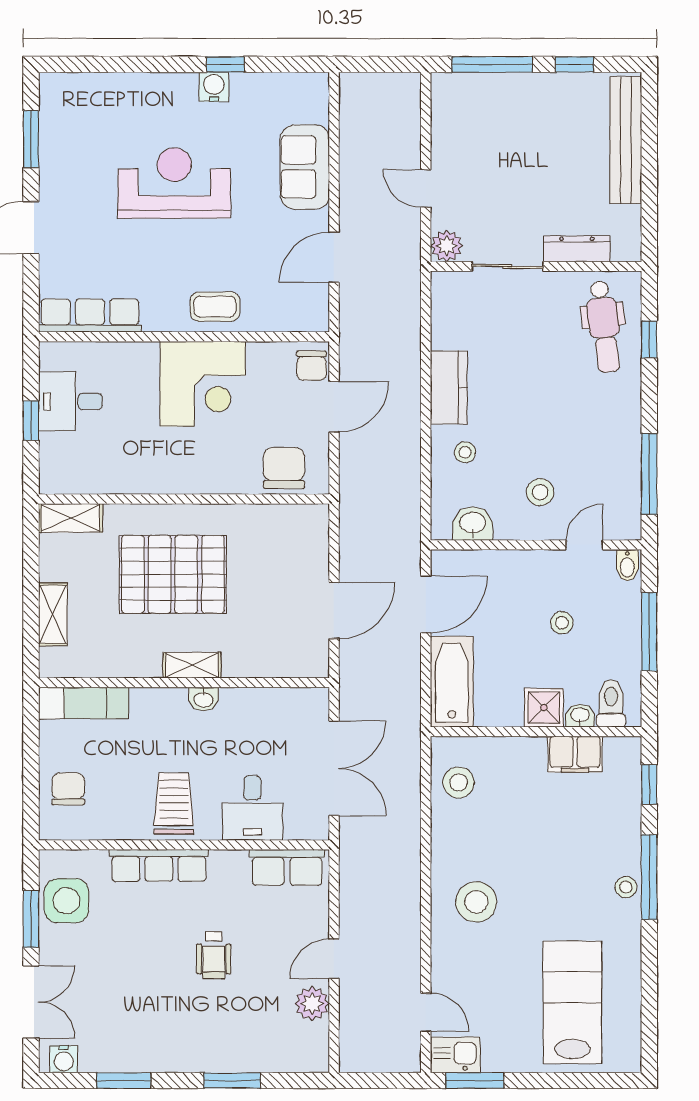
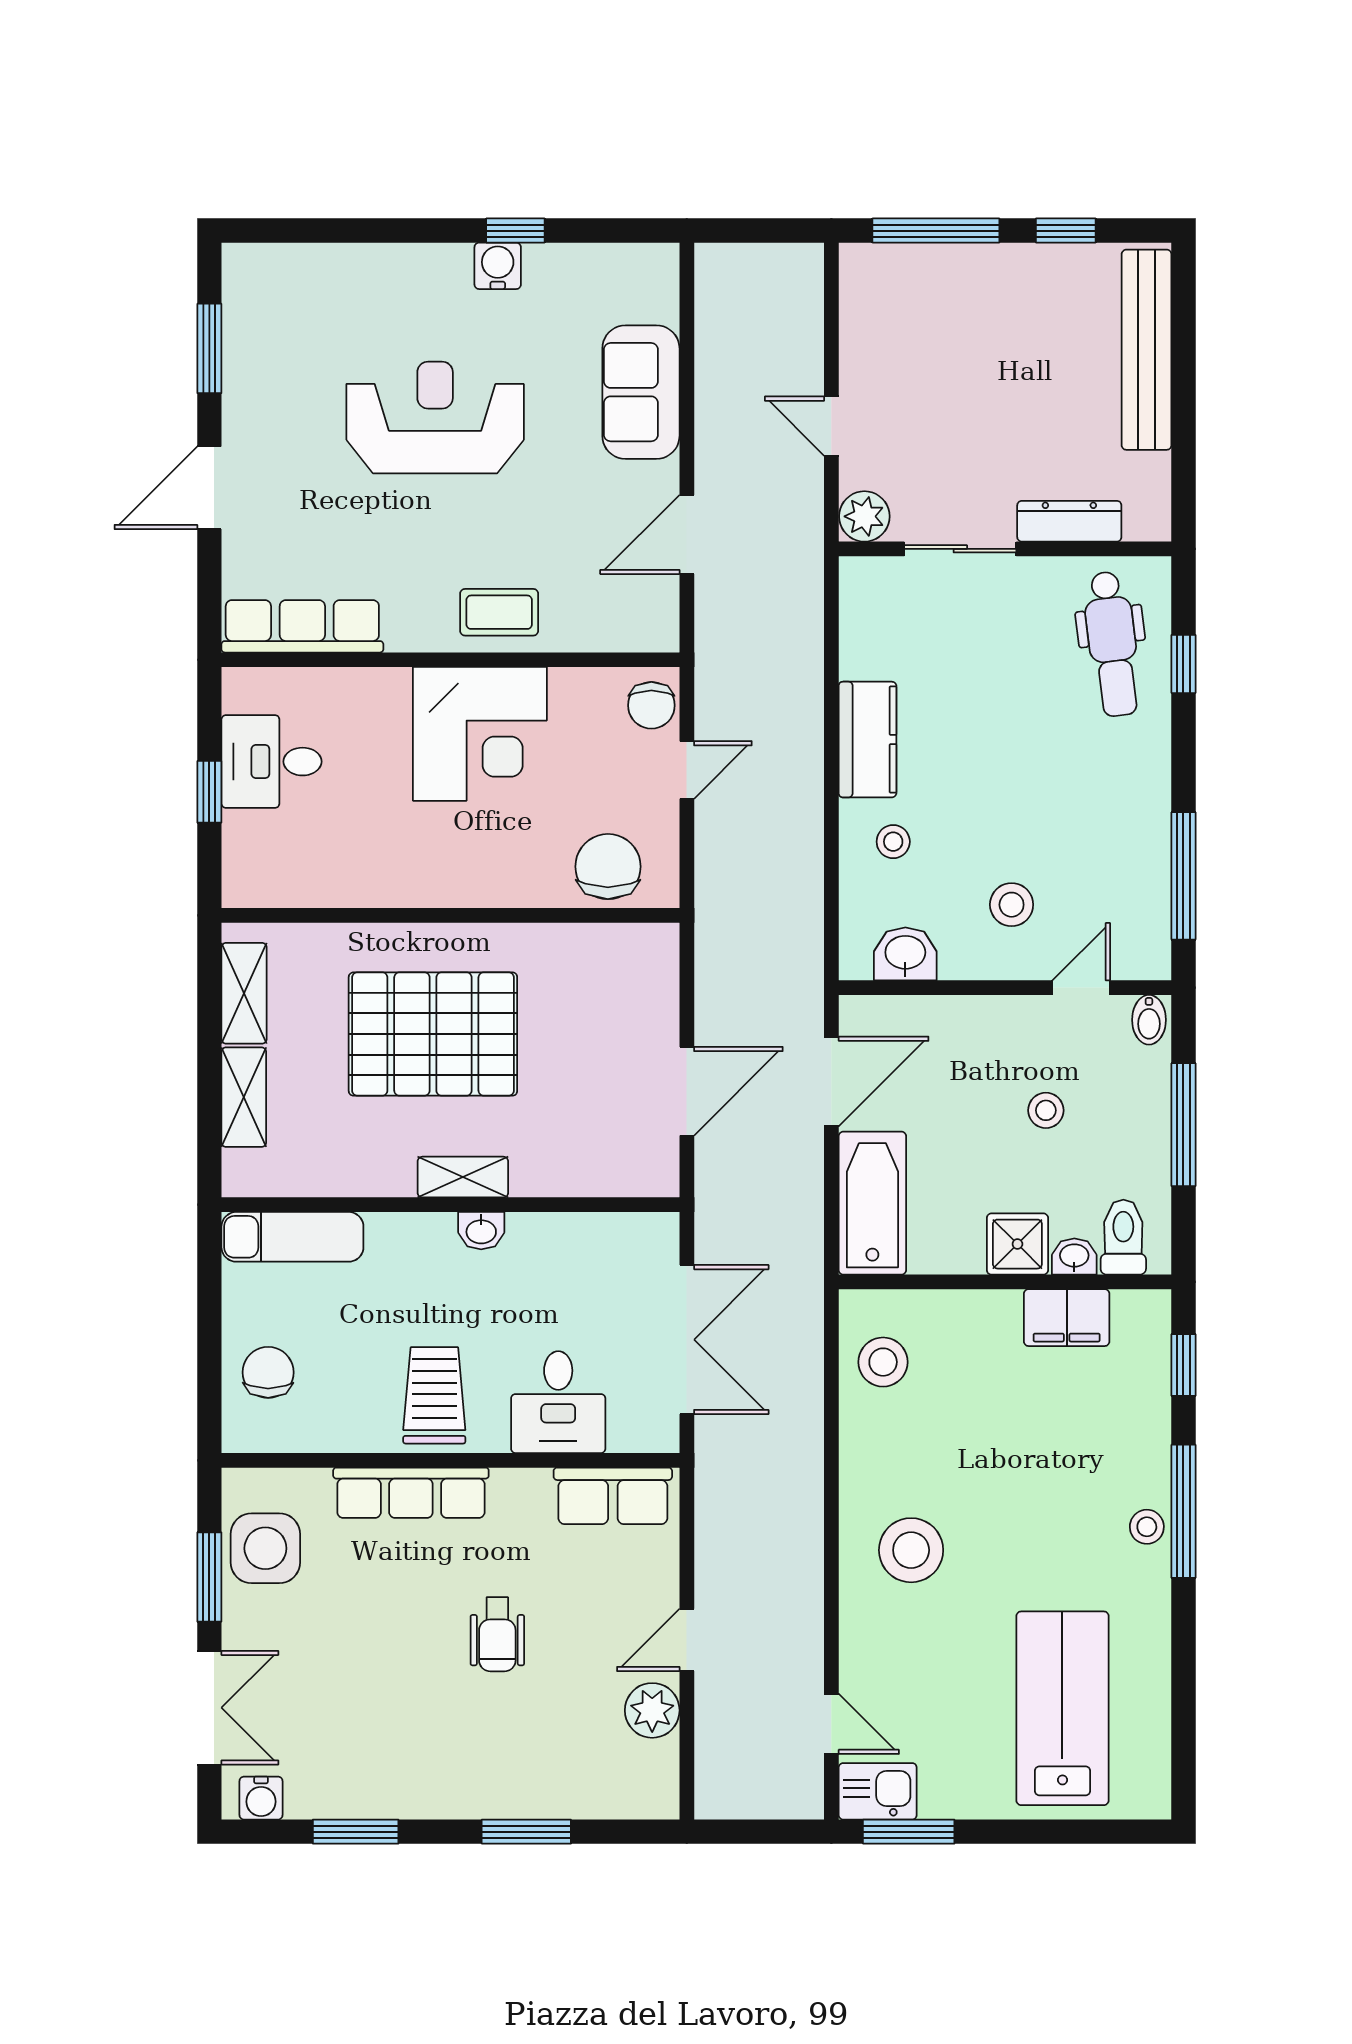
door: (334, 407) -> (687, 770), width x0.73
shelving: (71, 518) -> (244, 993), moved, turned 90

